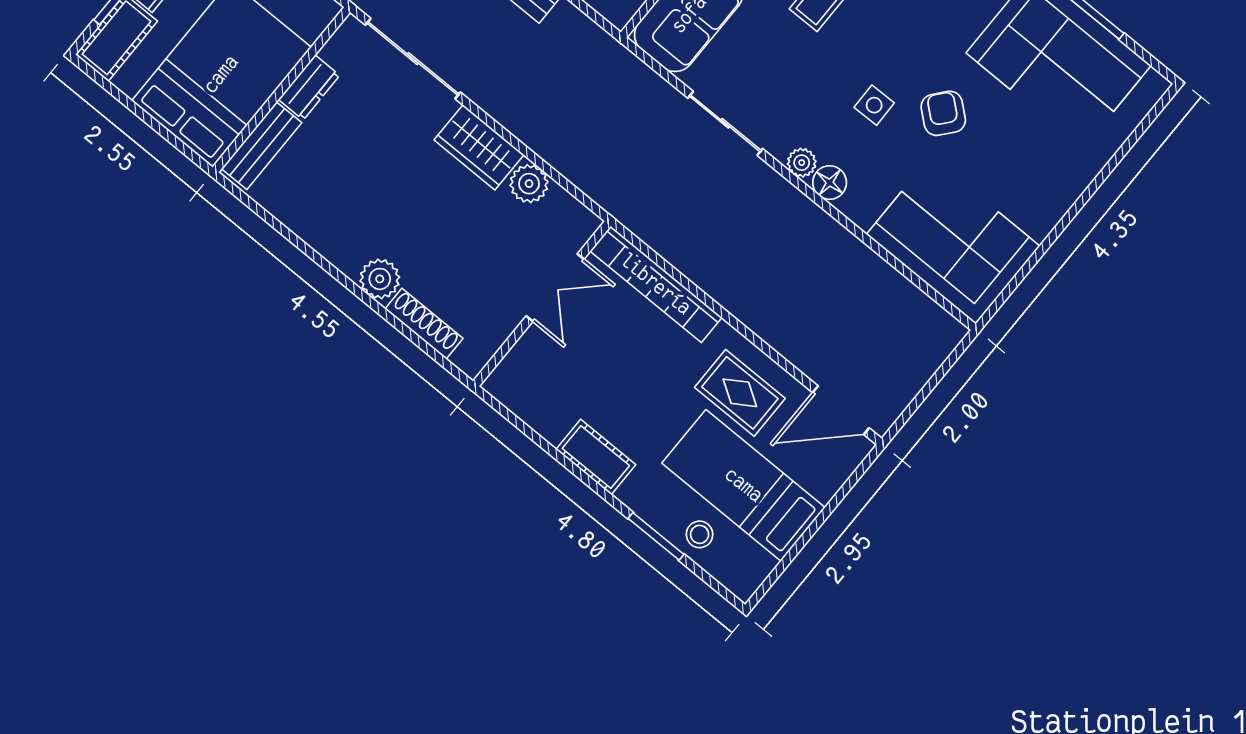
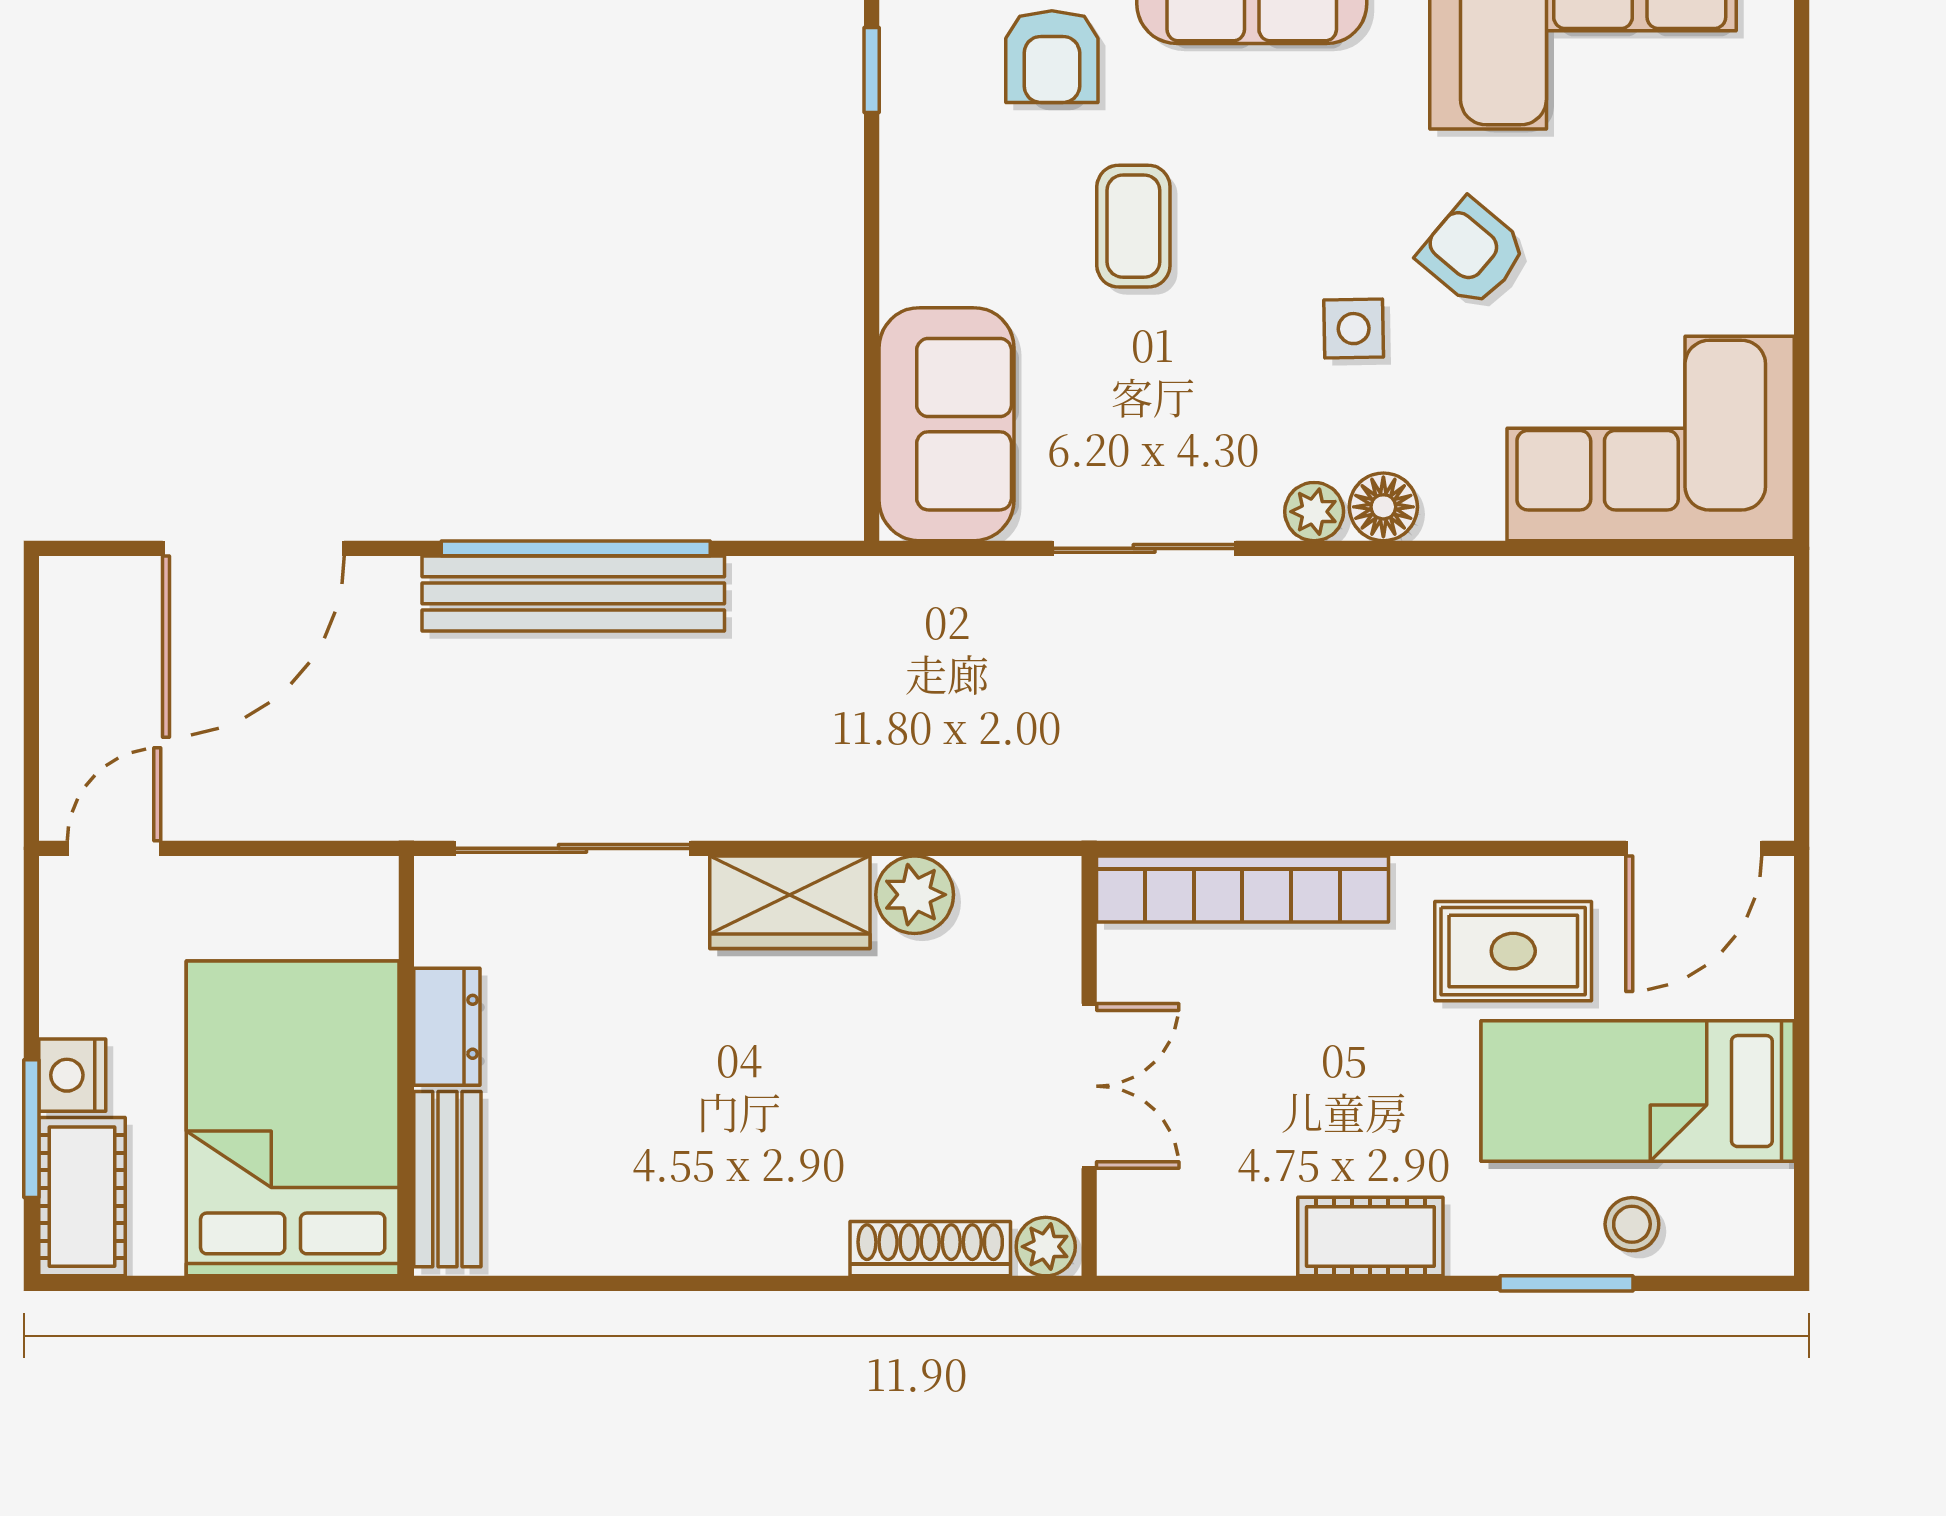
plant: (380, 279) -> (1046, 1247), moved, width x0.73, depth x0.73
double door: (555, 288) -> (1089, 1086), moved

